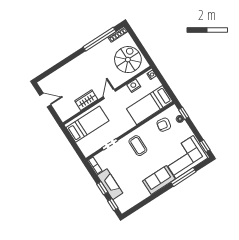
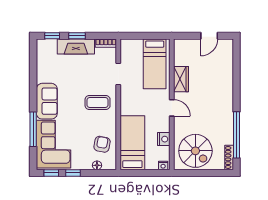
window: (184, 113) -> (73, 173), moved

